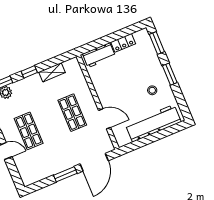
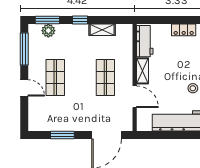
workbench: (99, 55) -> (145, 41), moved, turned -90
shelving: (102, 93) -> (142, 71), added
window: (65, 174) -> (62, 135), moved

